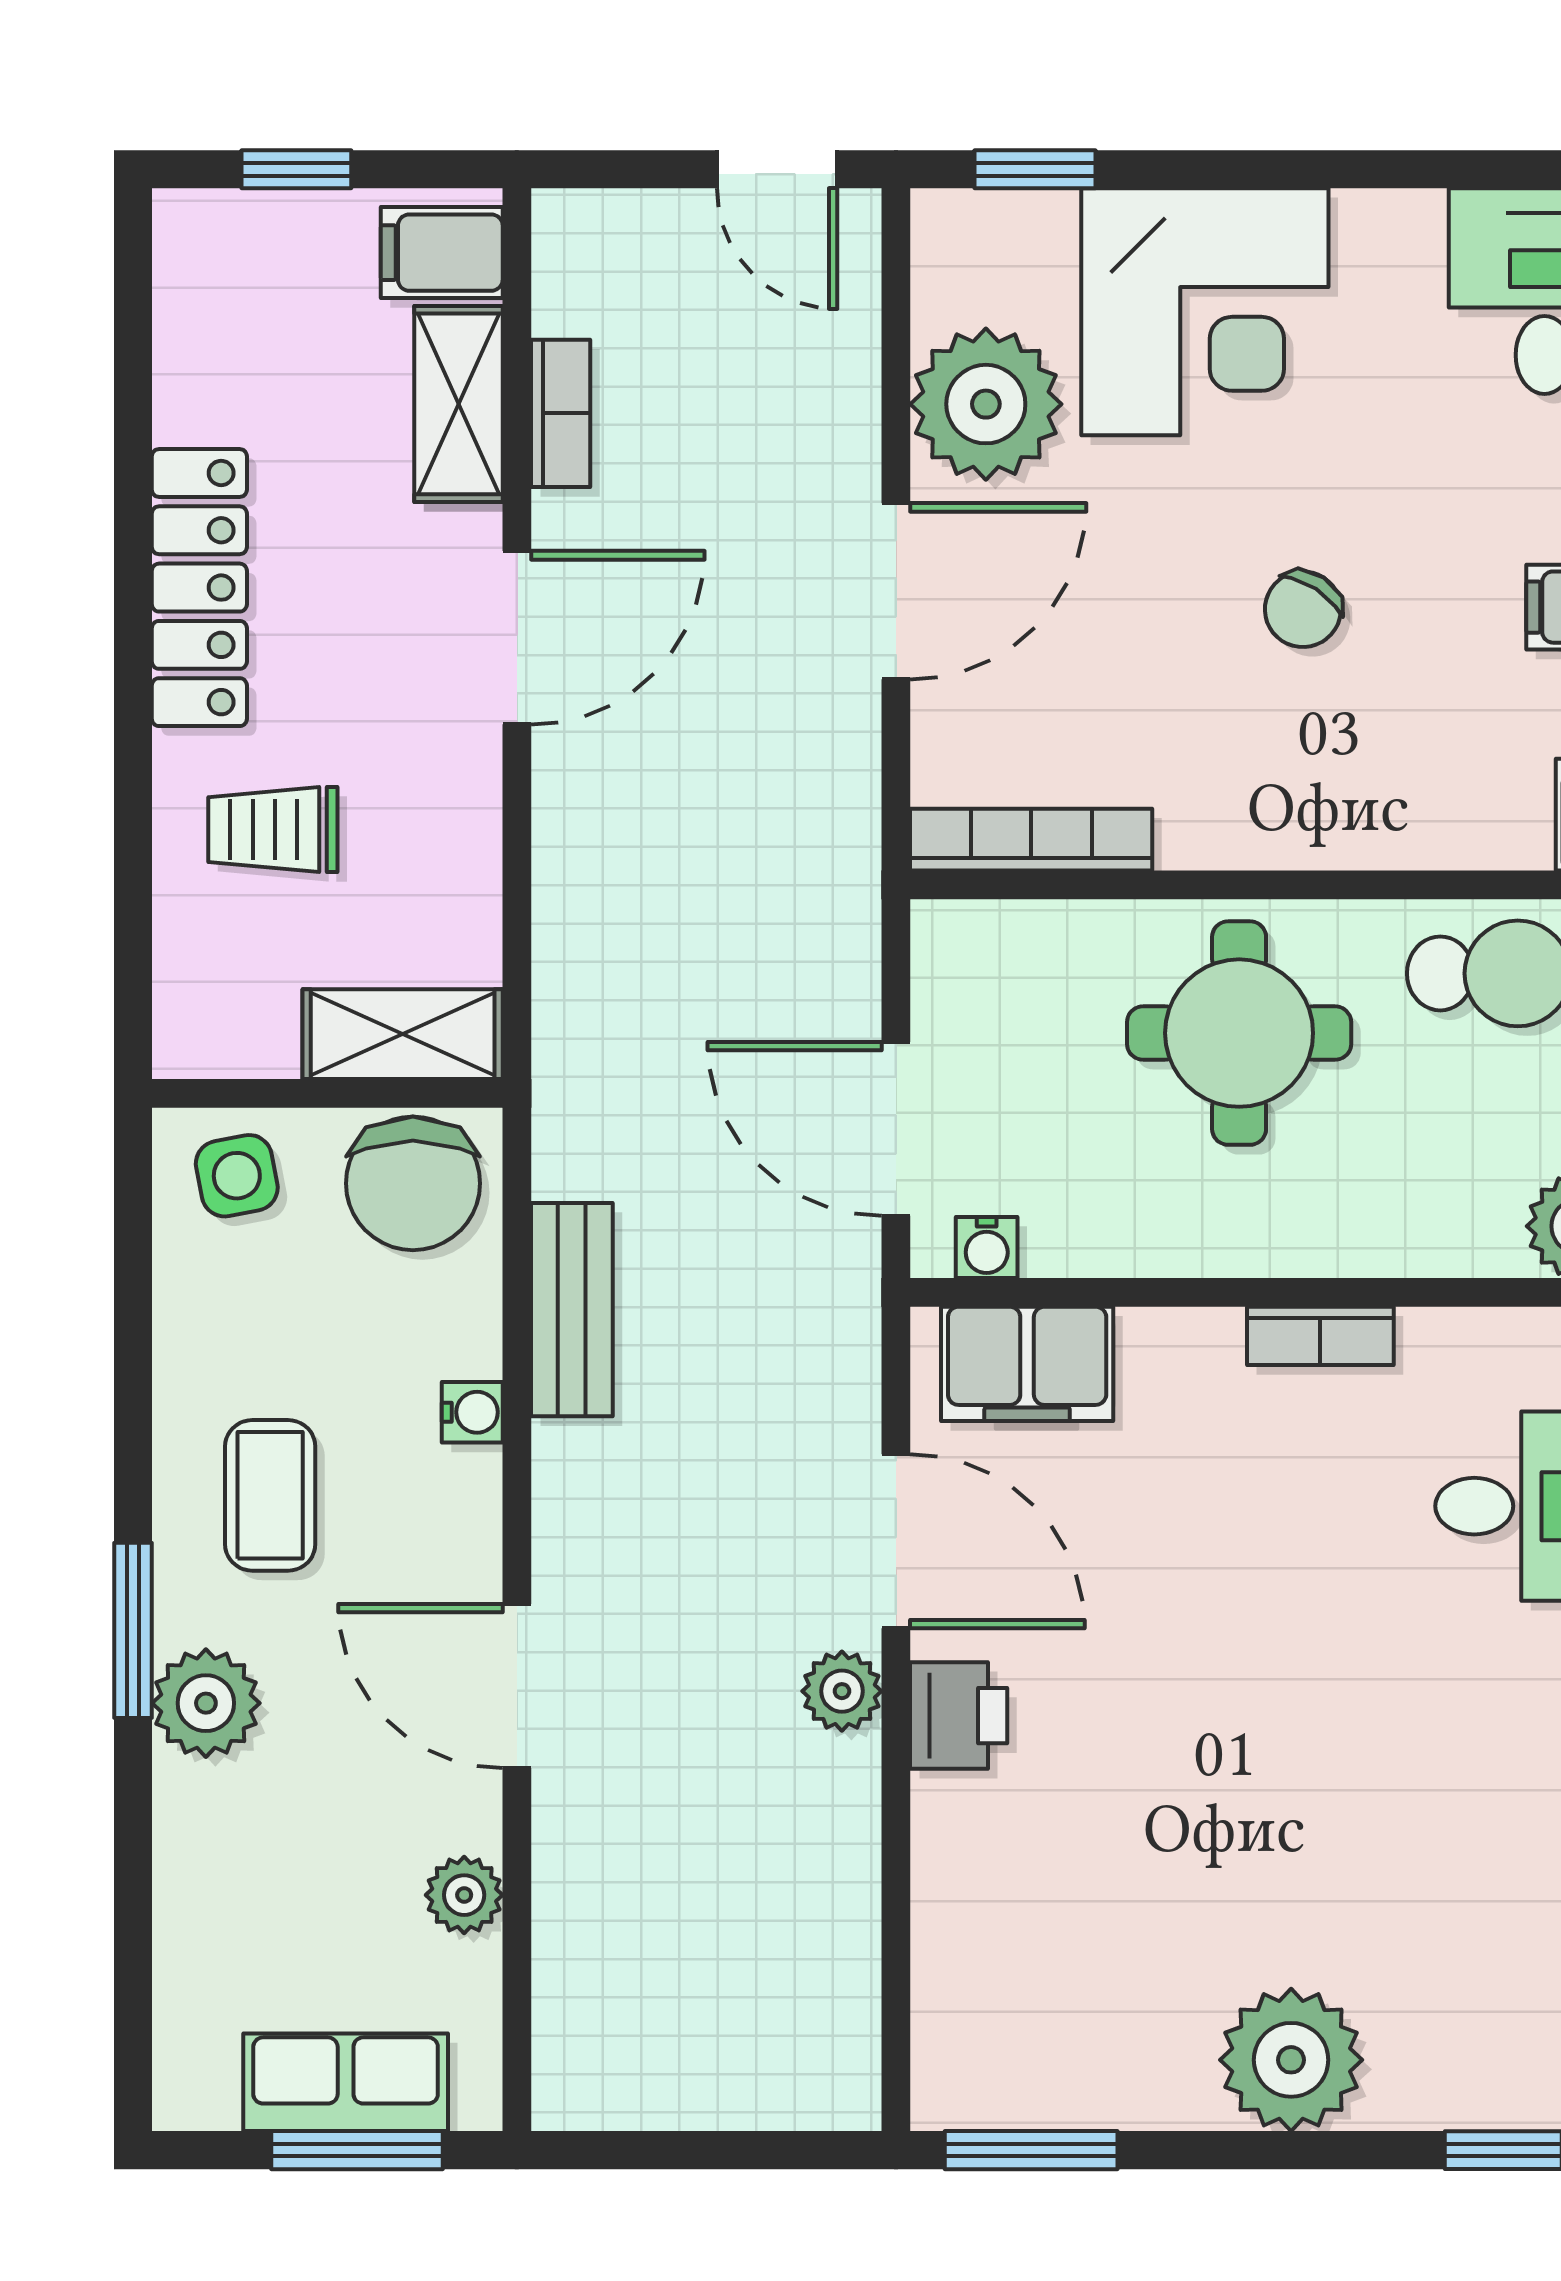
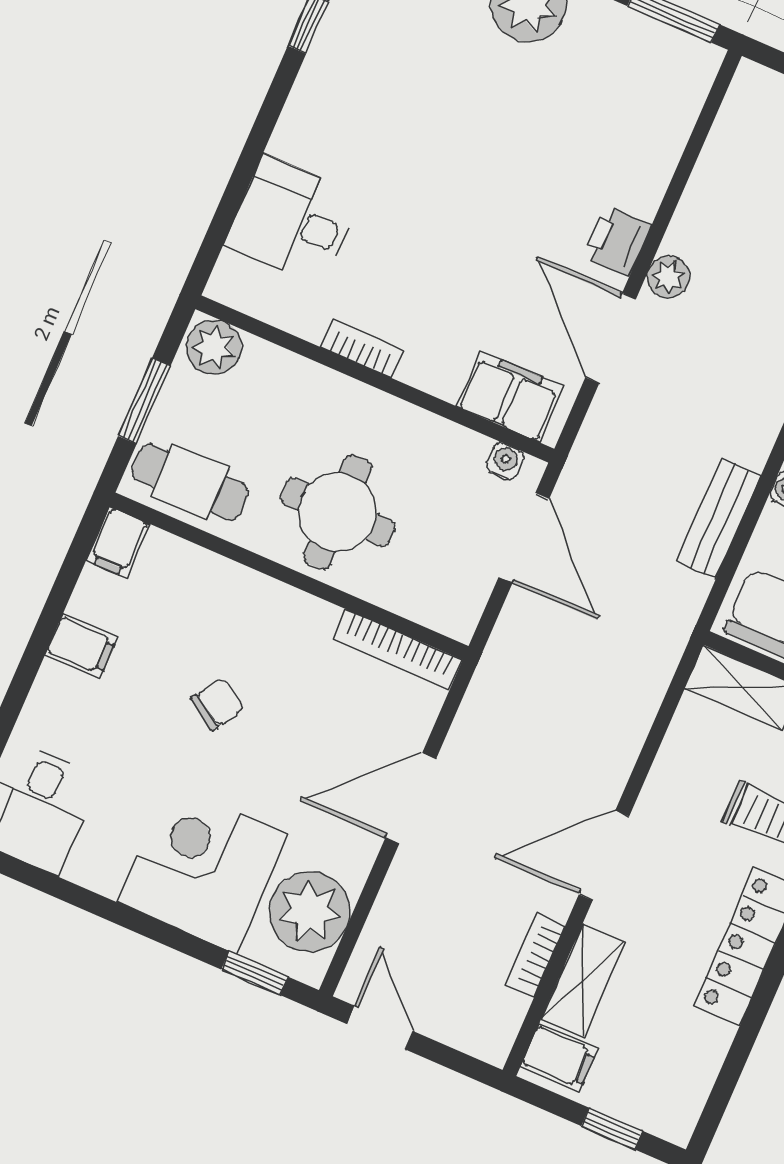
plant: (986, 404) -> (310, 912), moved

